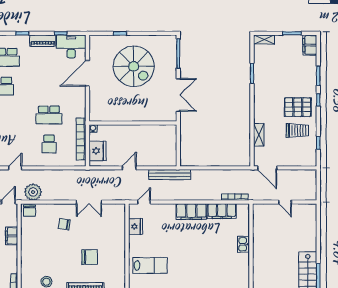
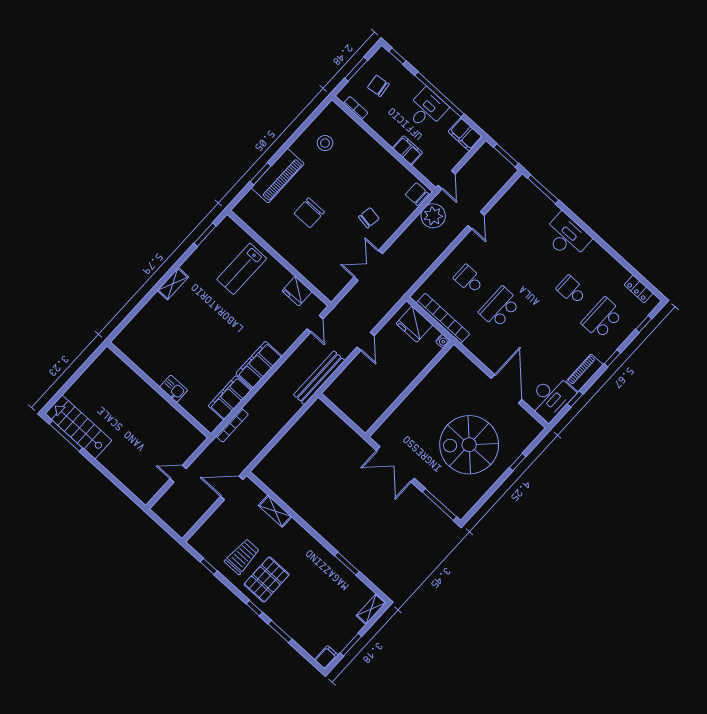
filing cabinet: (310, 45) -> (326, 657), width x0.50
trolley: (297, 130) -> (242, 556), turned 180

